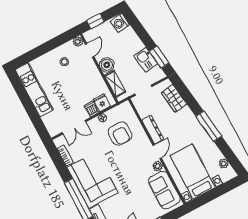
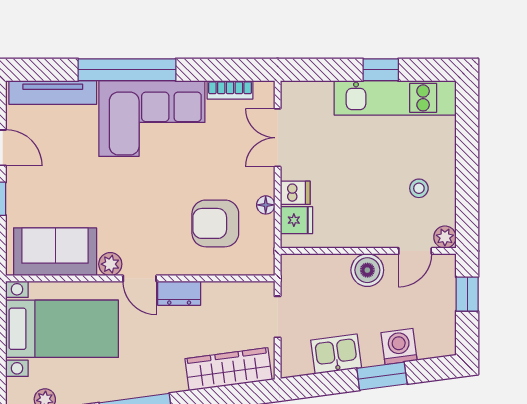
washing machine: (120, 23) -> (399, 346), moved
door: (89, 50) -> (415, 251), hinge flipped
window: (159, 57) -> (382, 376), moved
shelving: (115, 84) -> (321, 266), removed
wardrobe: (174, 98) -> (228, 369), width x1.50
window: (26, 101) -> (381, 70), added
dresser: (153, 130) -> (179, 293), width x0.70

